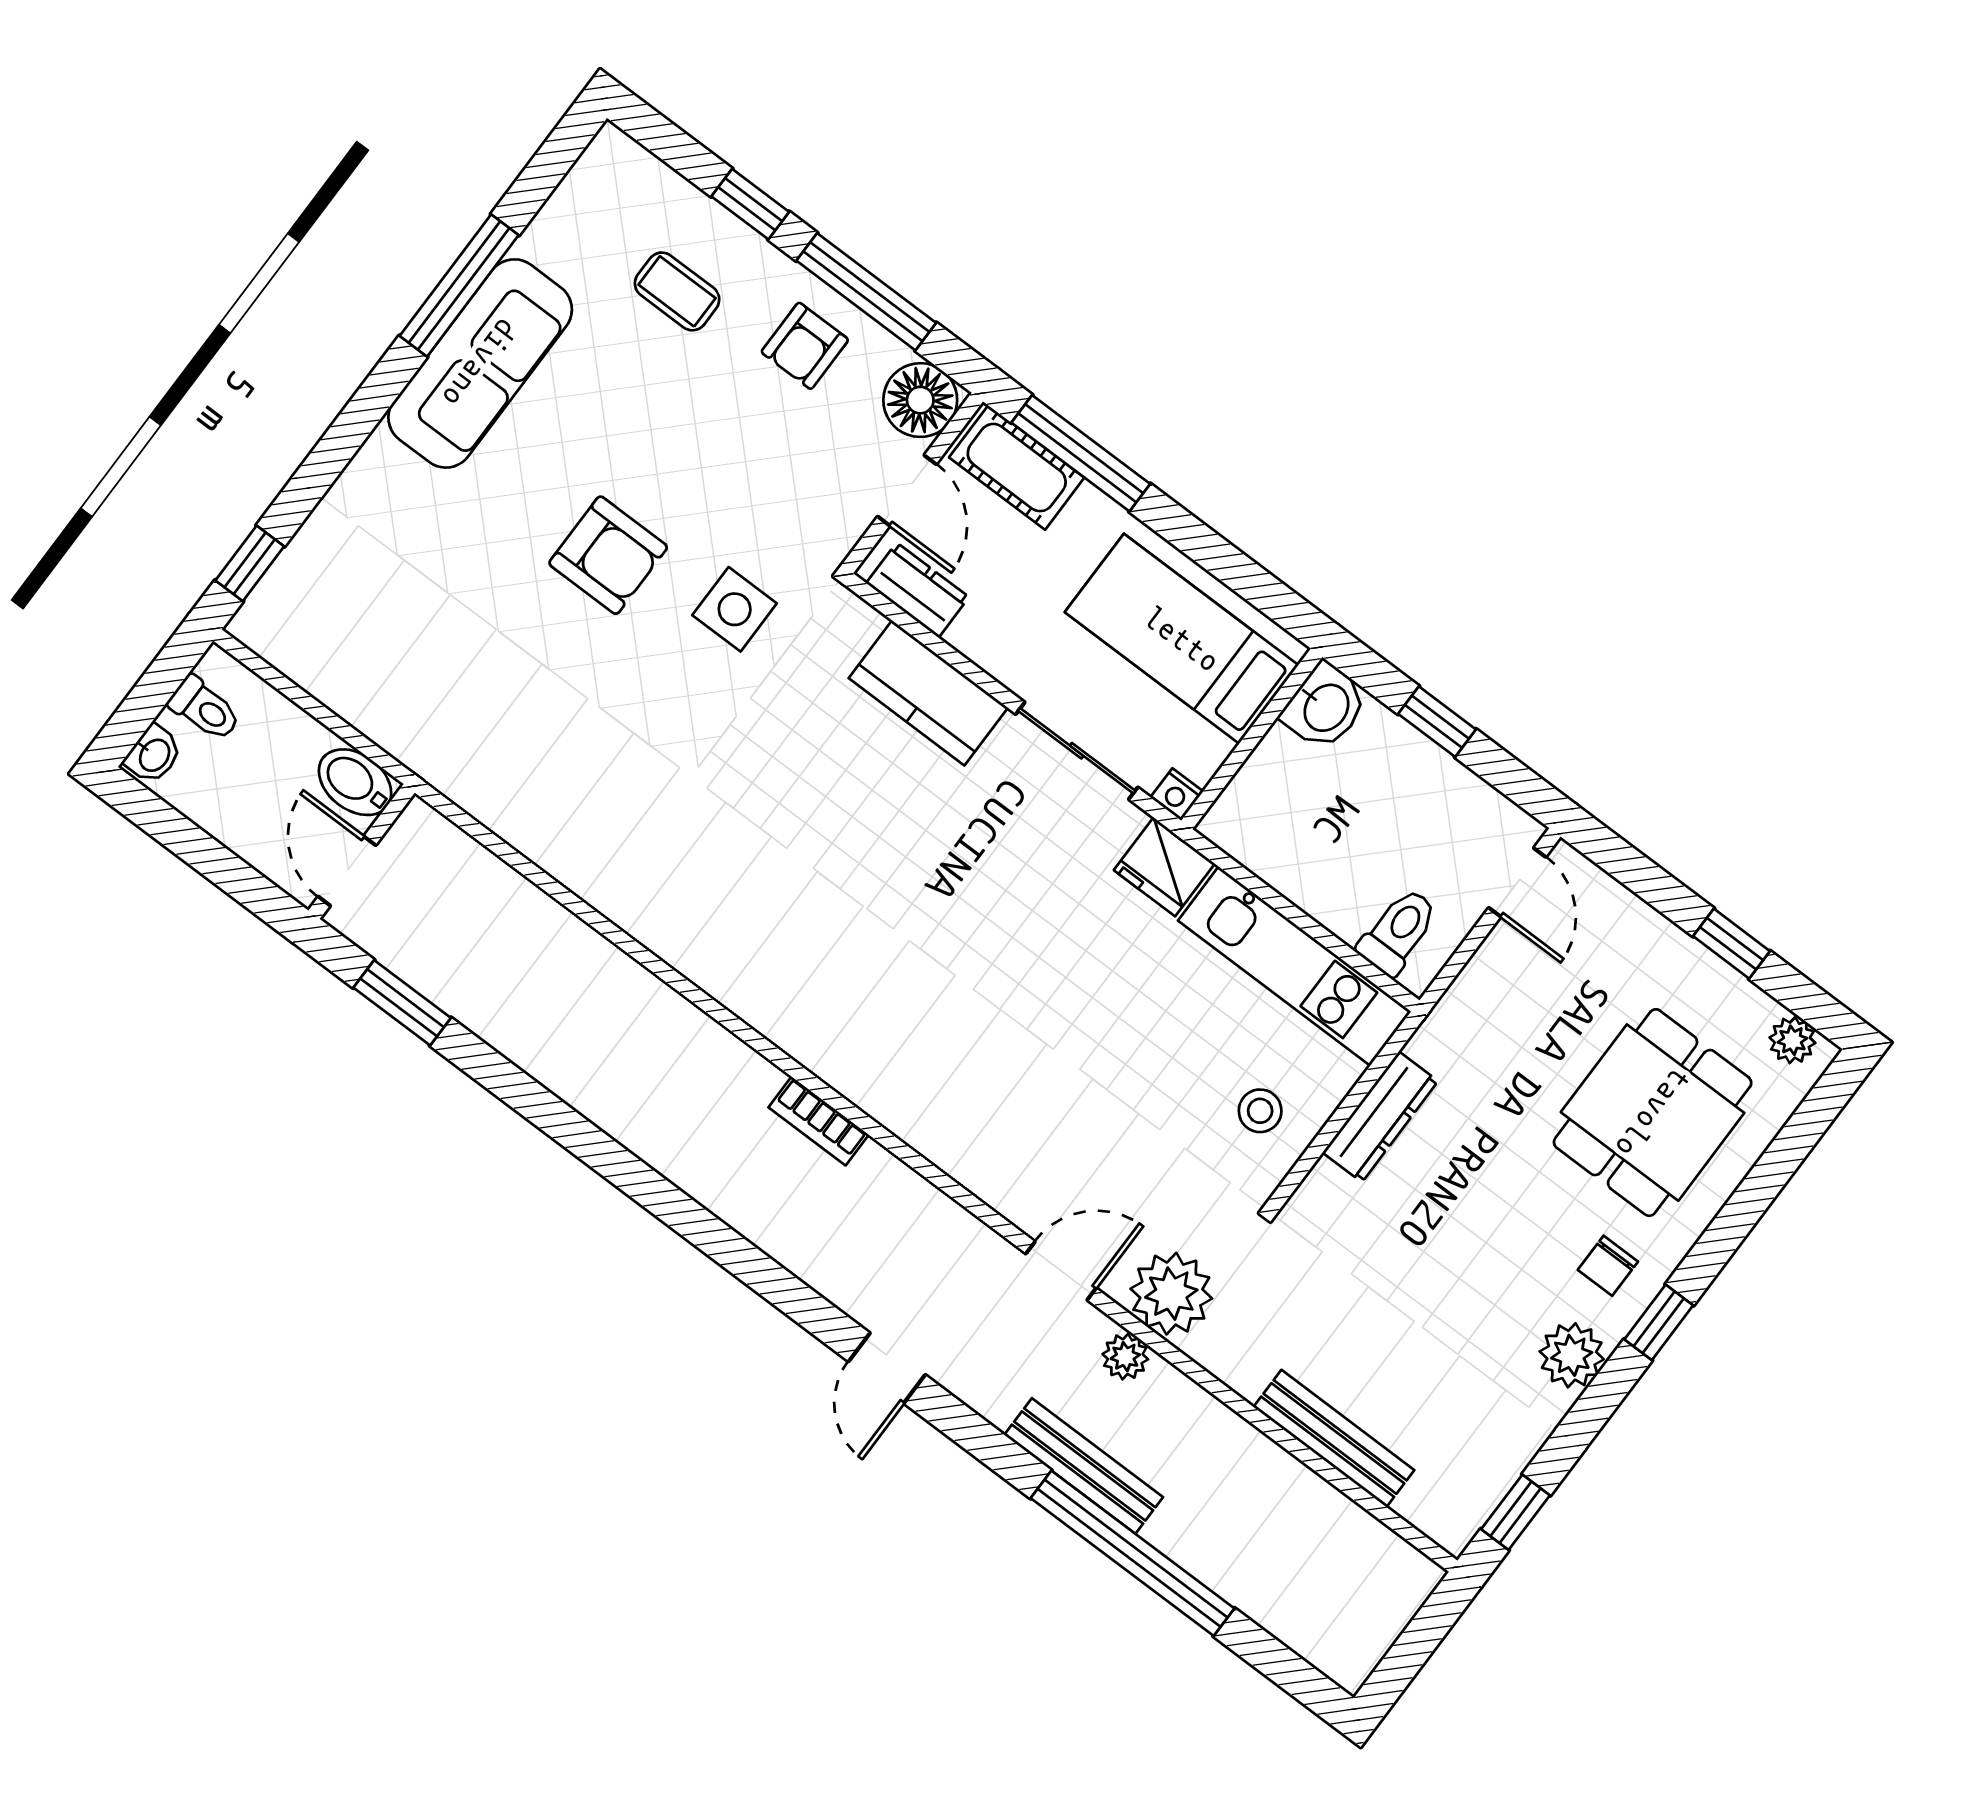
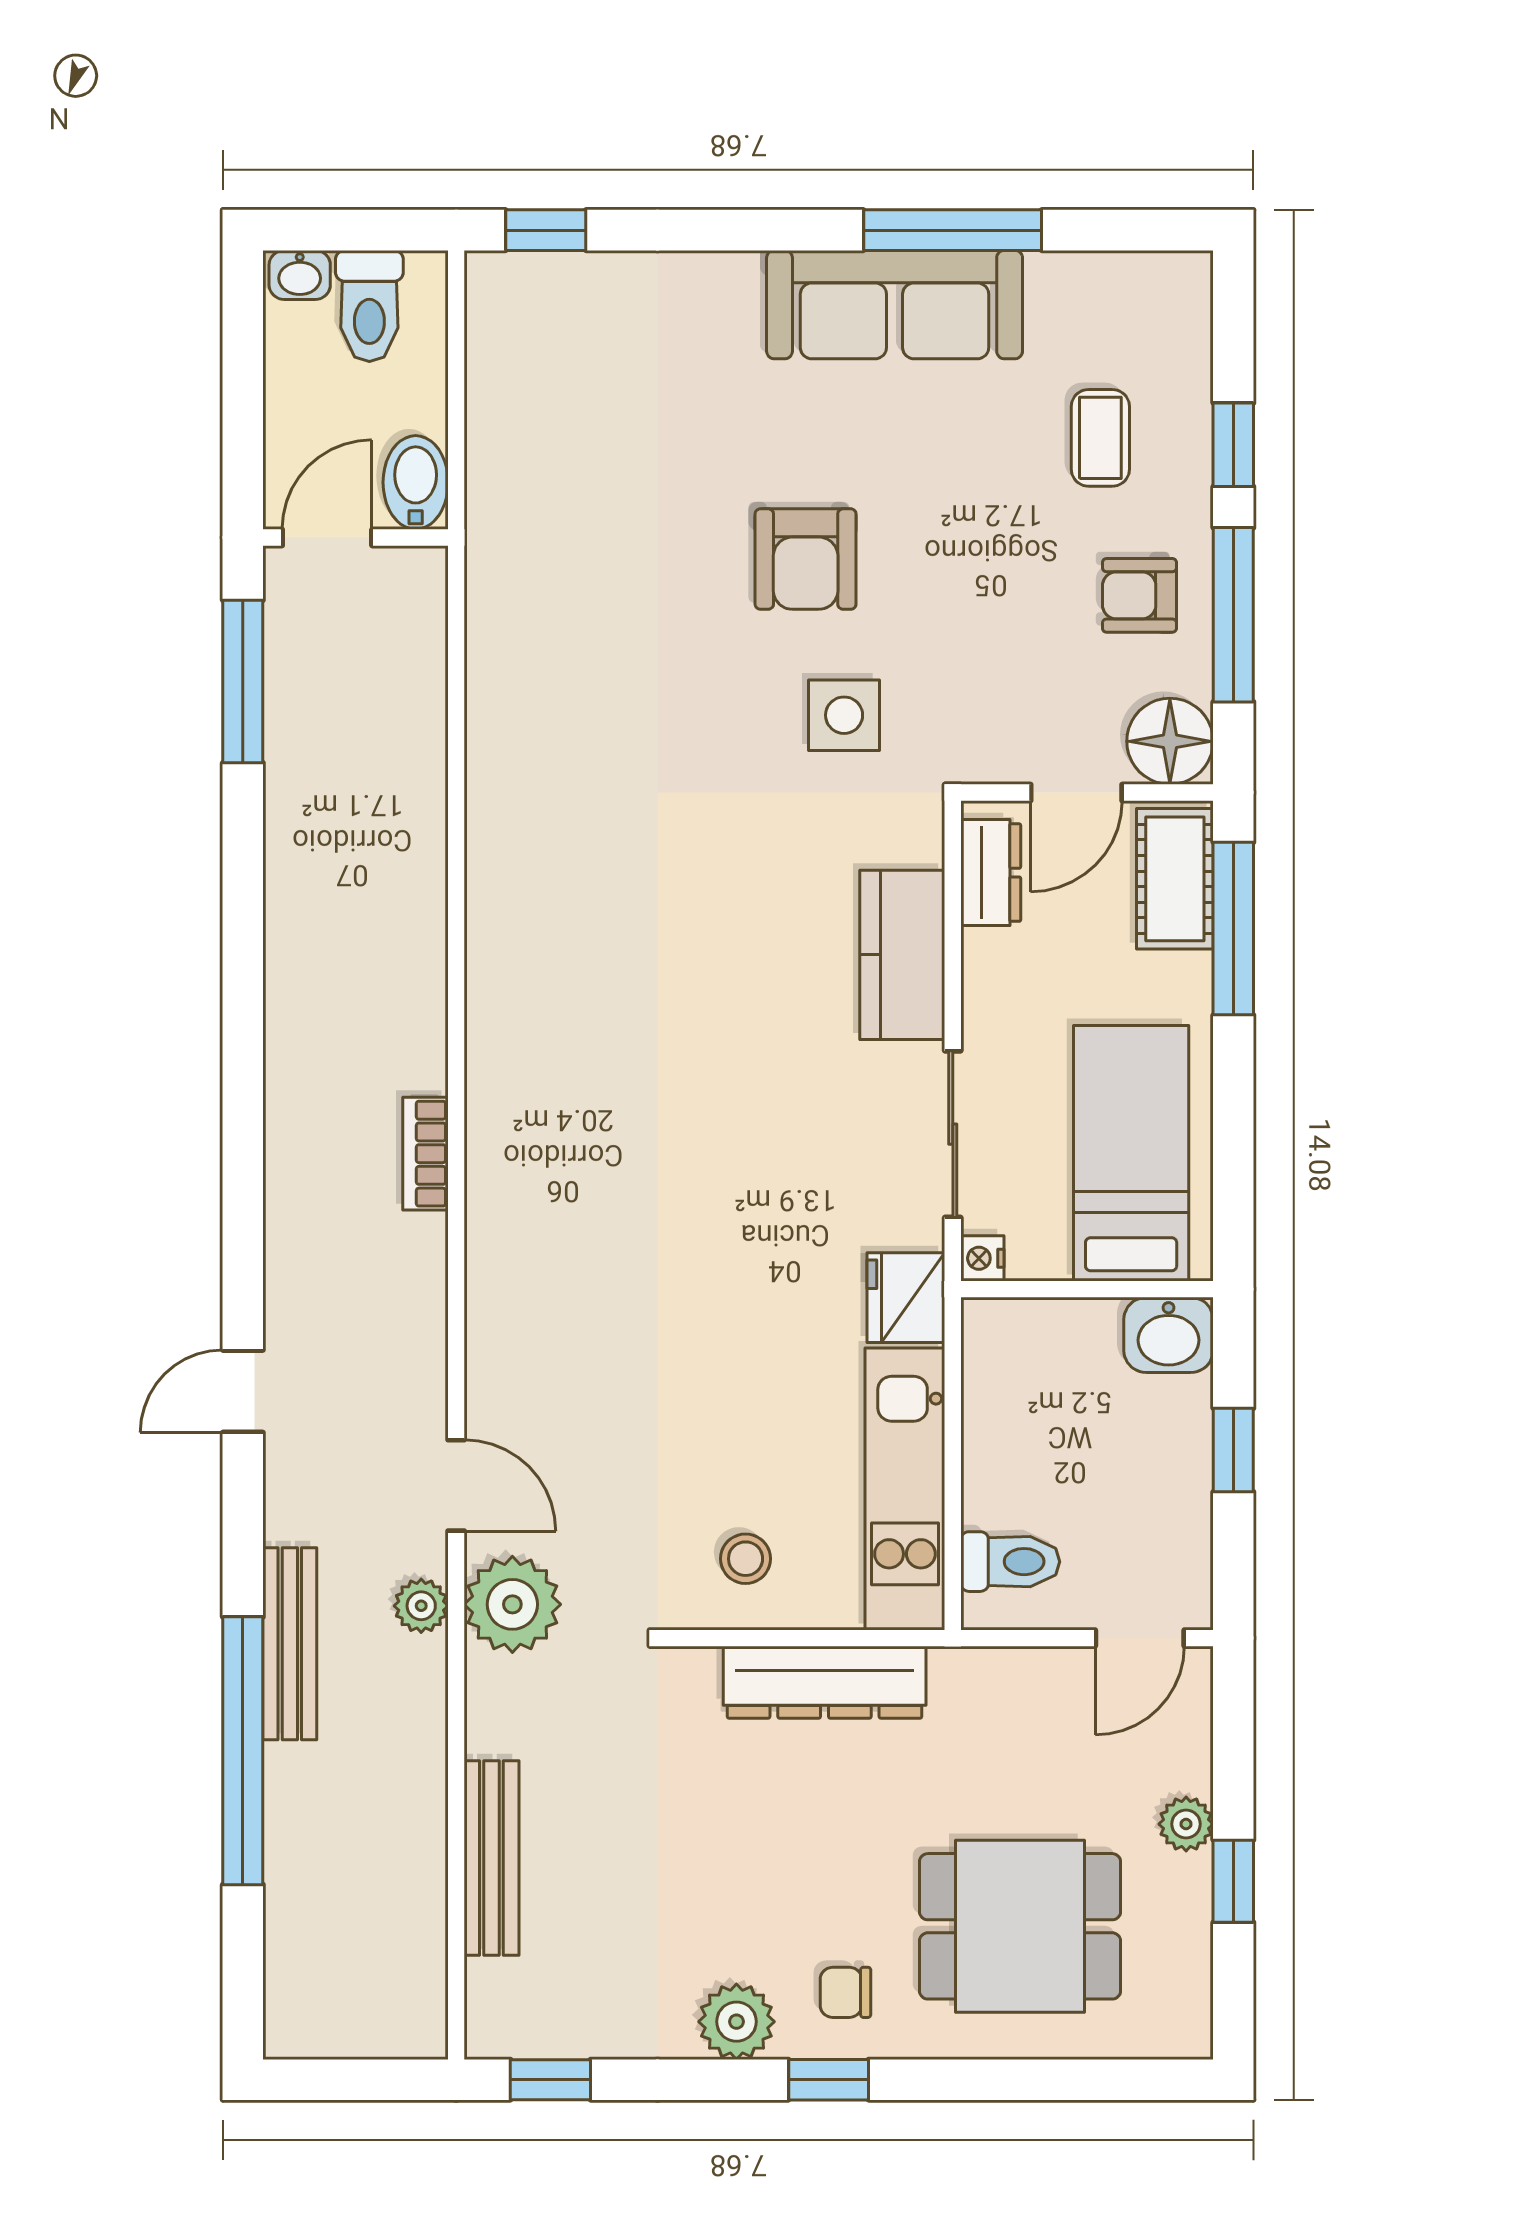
toilet: (205, 709) -> (369, 306), width x1.37, depth x1.39
window: (402, 1003) -> (243, 681), width x1.44
plant: (1792, 1040) -> (1186, 1824), moved
dresser: (1380, 1117) -> (825, 1682), width x1.37, depth x1.24

